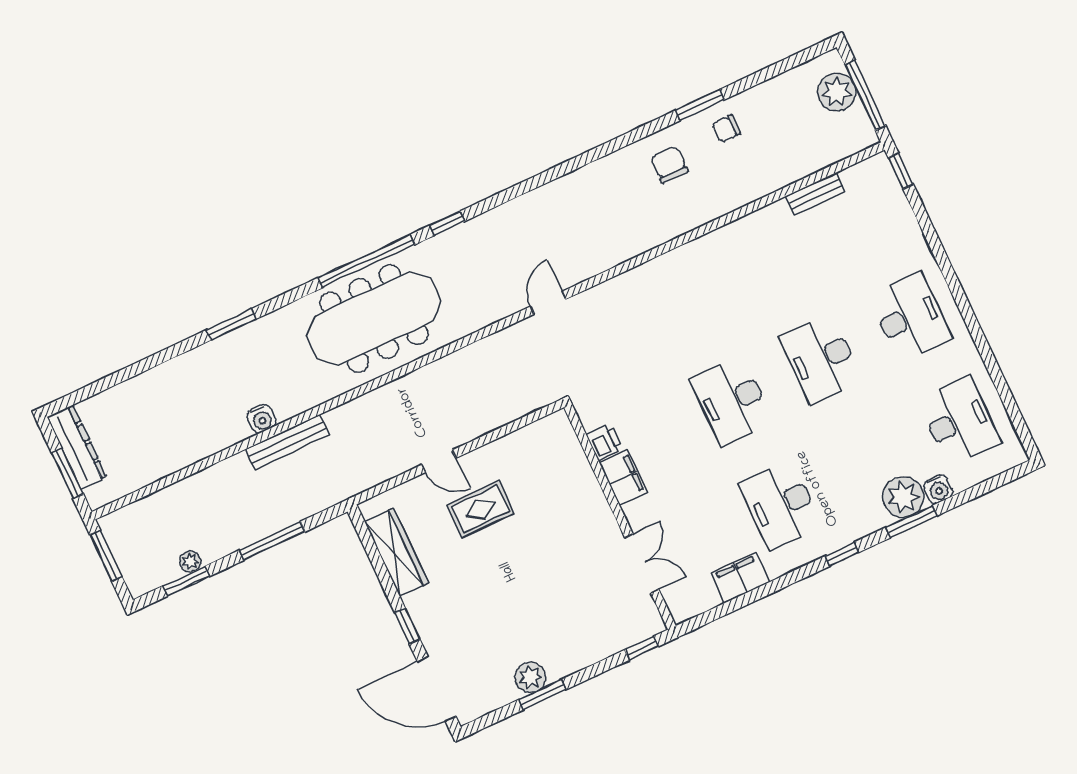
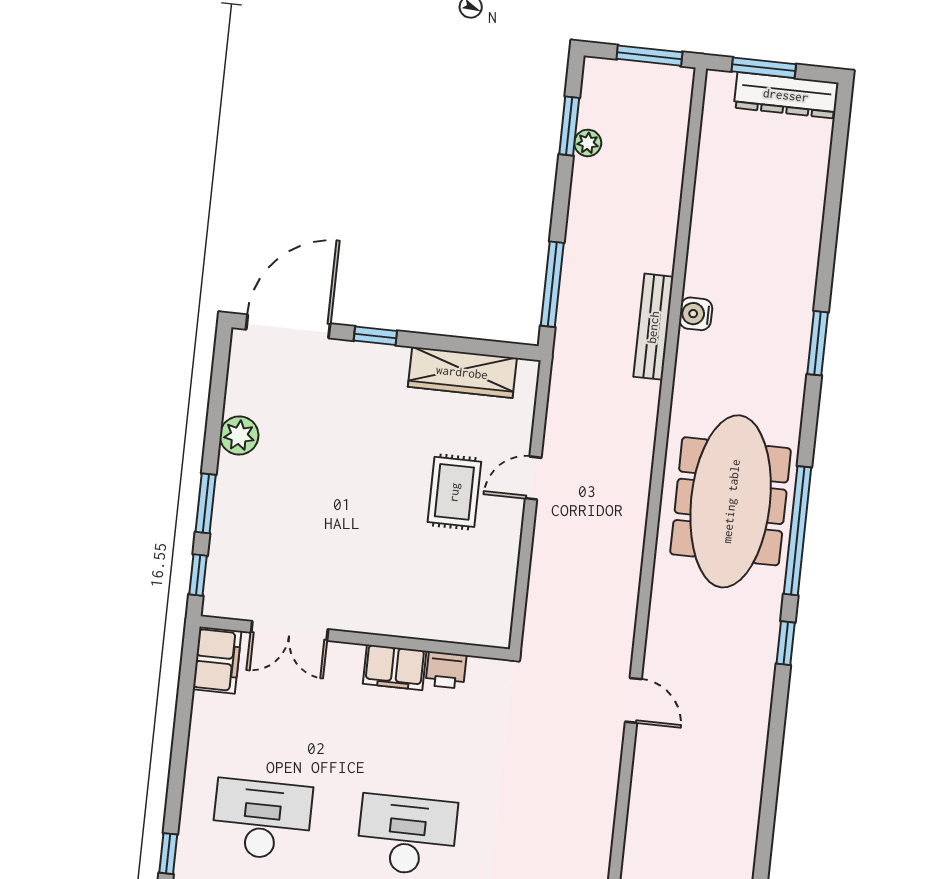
window: (272, 541) -> (552, 284), moved
filing cabinet: (740, 577) -> (217, 660), moved
window: (542, 695) -> (206, 503), moved

